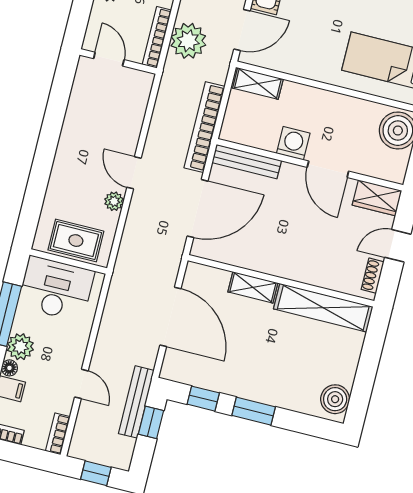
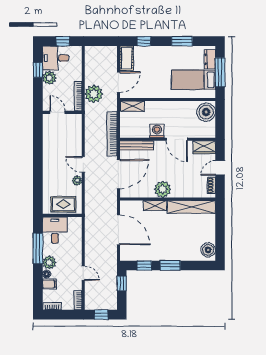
plant: (276, 260) -> (163, 189), added
desk: (56, 289) -> (55, 230), width x0.73
bench: (136, 402) -> (112, 275), removed

